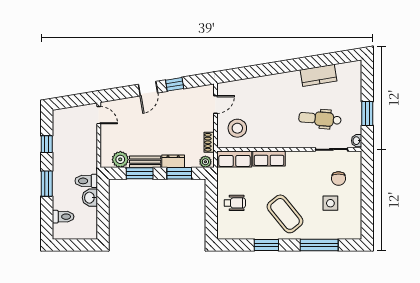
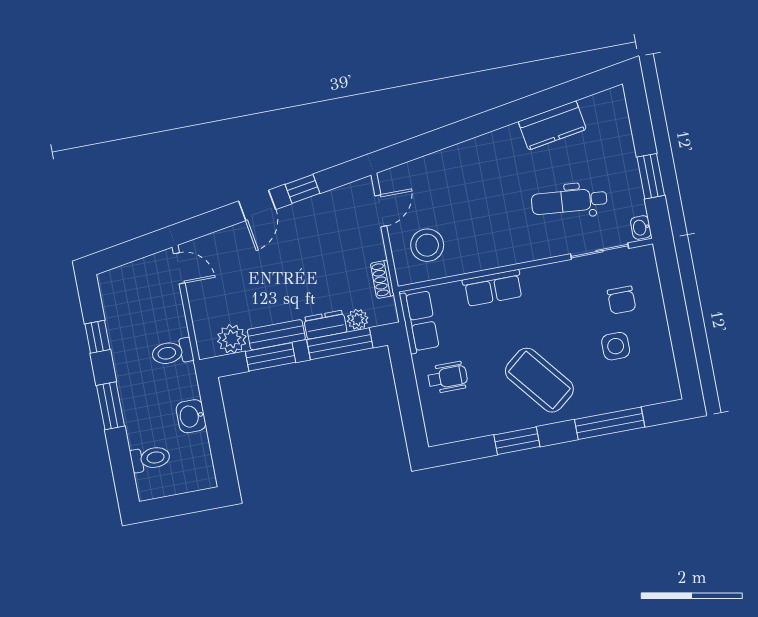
row of seats: (234, 159) -> (419, 321), moved, turned -90
plant: (205, 162) -> (358, 319), moved
window: (179, 173) -> (340, 344), width x1.44
toilet: (86, 181) -> (172, 352), moved

